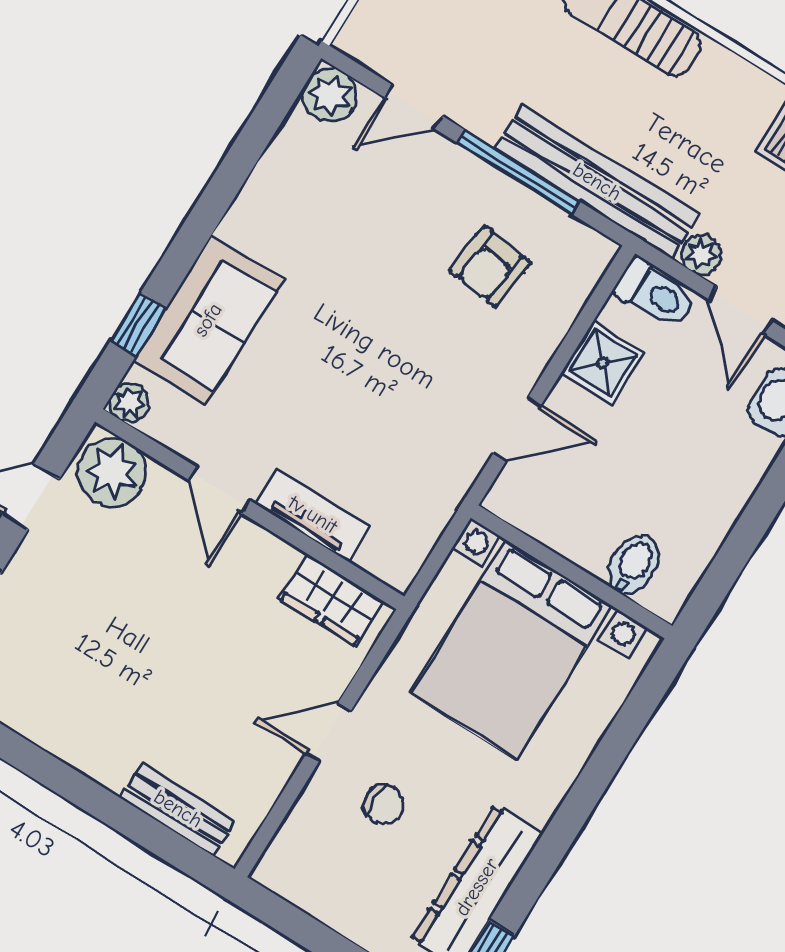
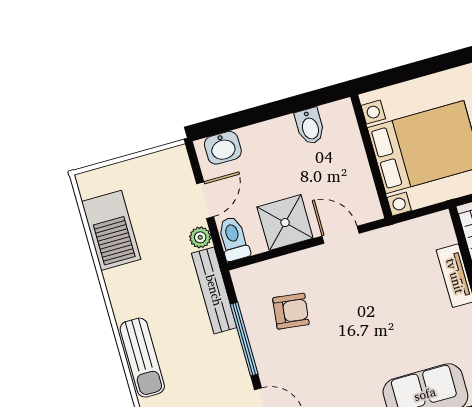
bench: (597, 182) -> (214, 290), width x0.73, depth x0.82
shower: (603, 363) -> (285, 223), width x1.36, depth x1.36
bidet: (633, 565) -> (310, 126), moved, turned -90

